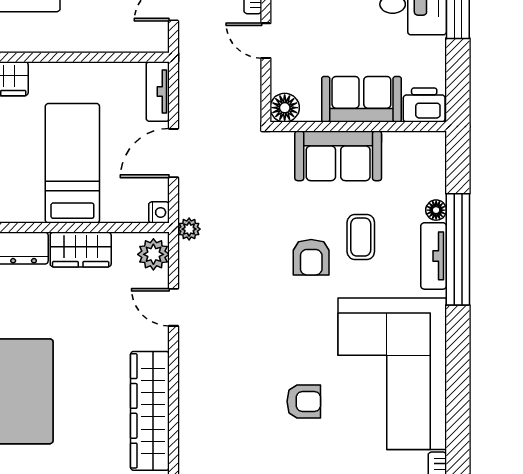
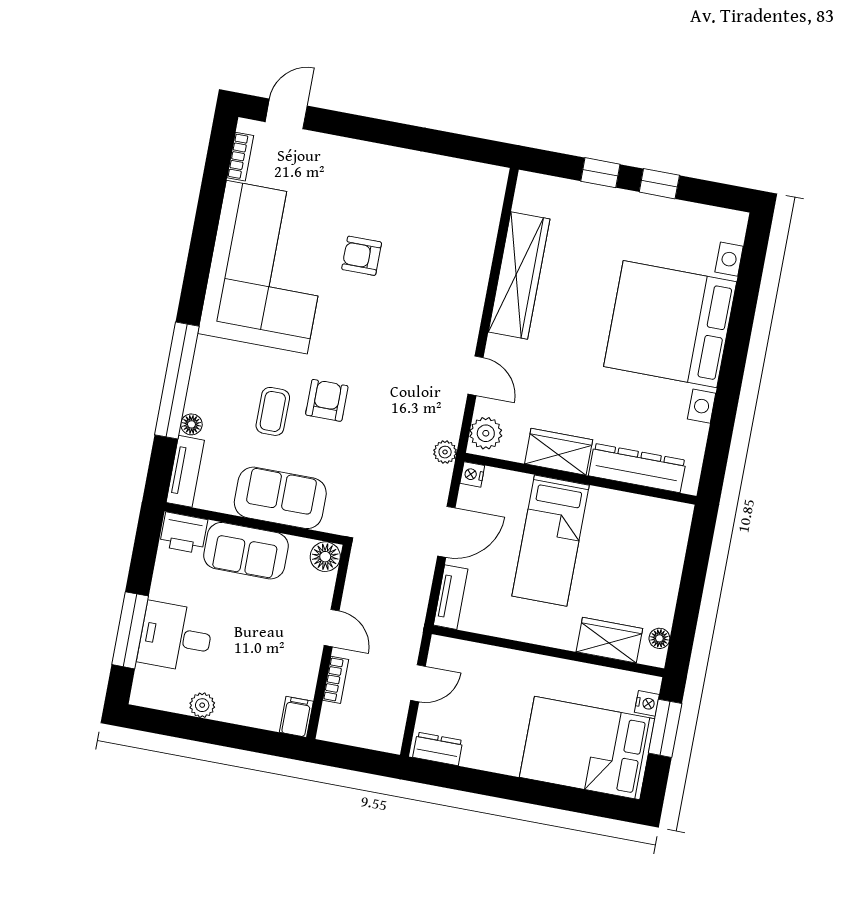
tv unit: (434, 256) -> (185, 471), moved

